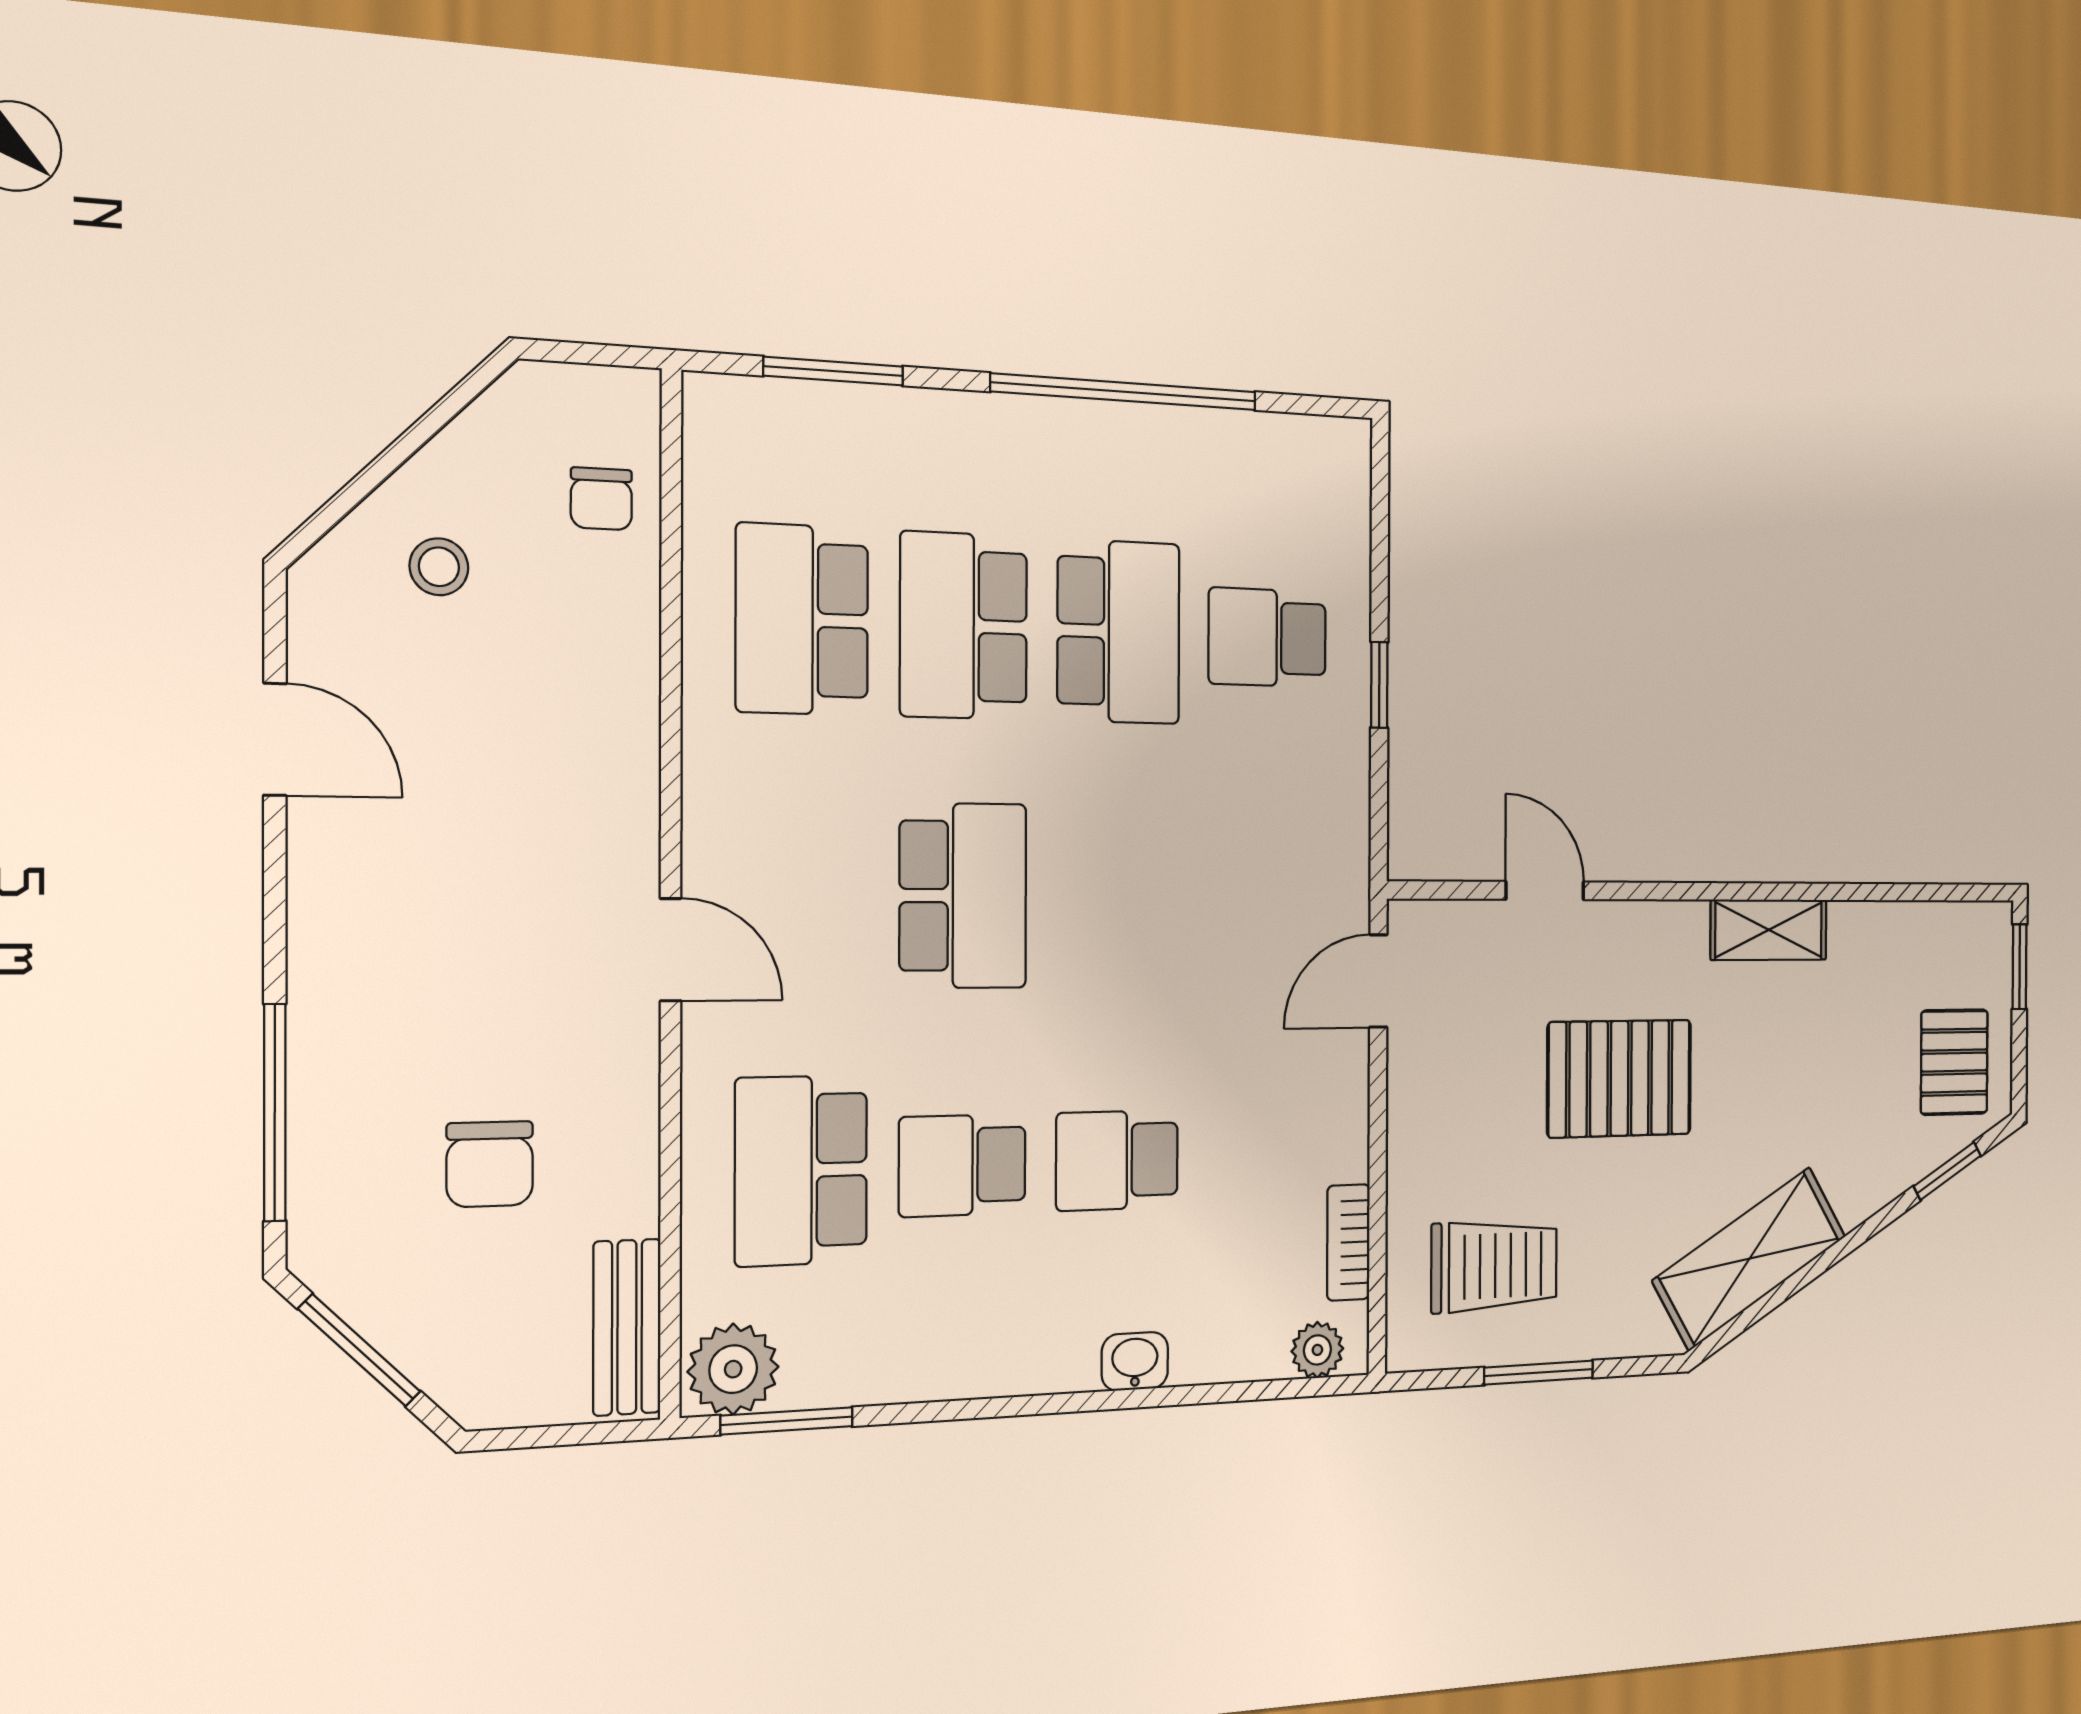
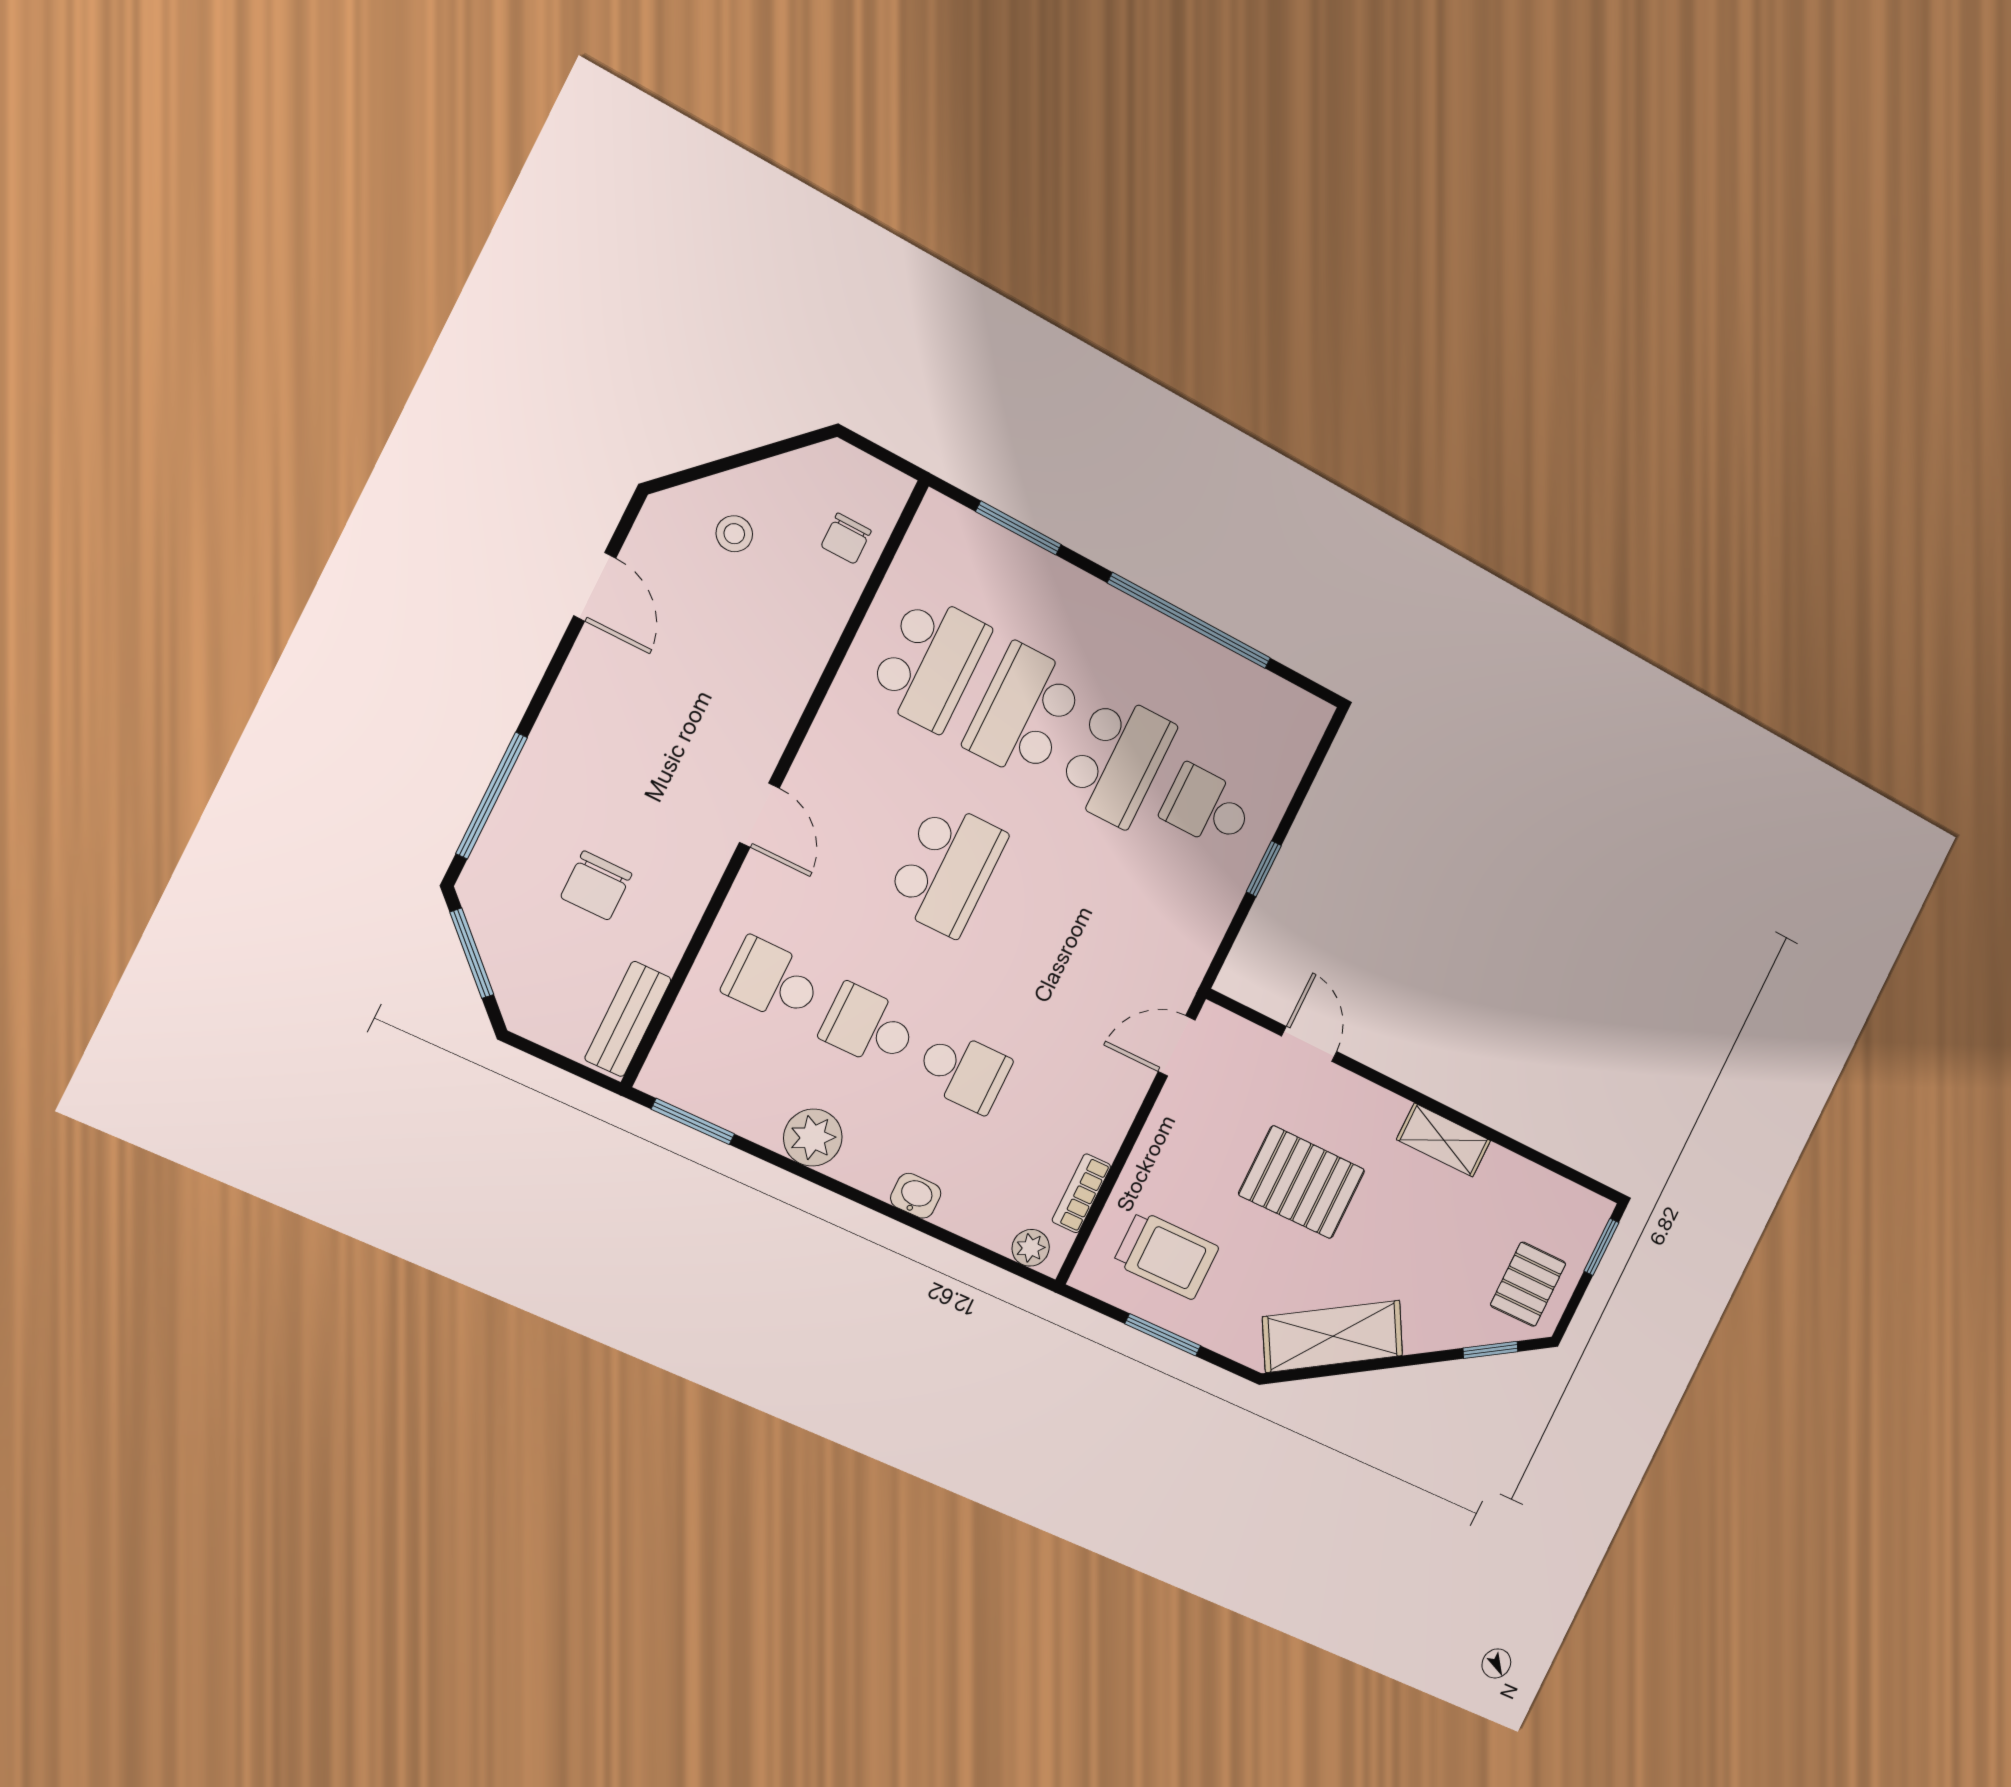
school desk: (802, 620) -> (929, 663), turned 180
school desk: (1117, 1160) -> (963, 1071), turned 180
school desk: (801, 1170) -> (773, 981), width x0.54
plant: (733, 1369) -> (813, 1138), moved

